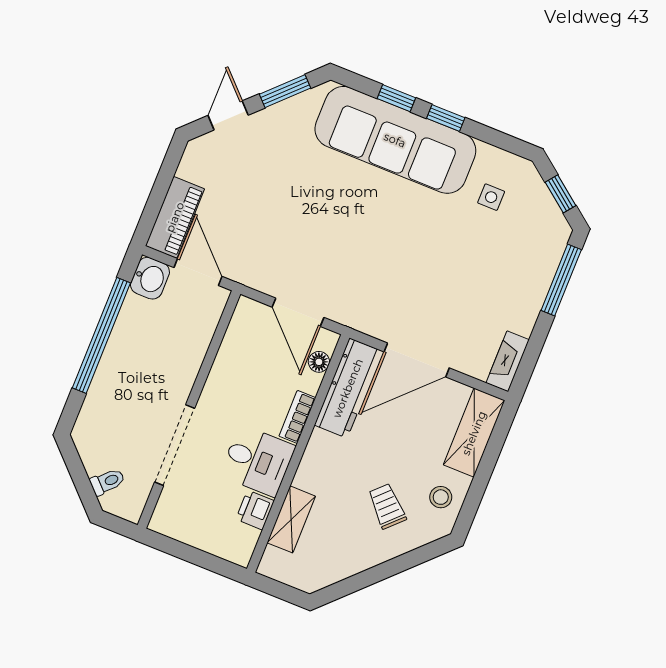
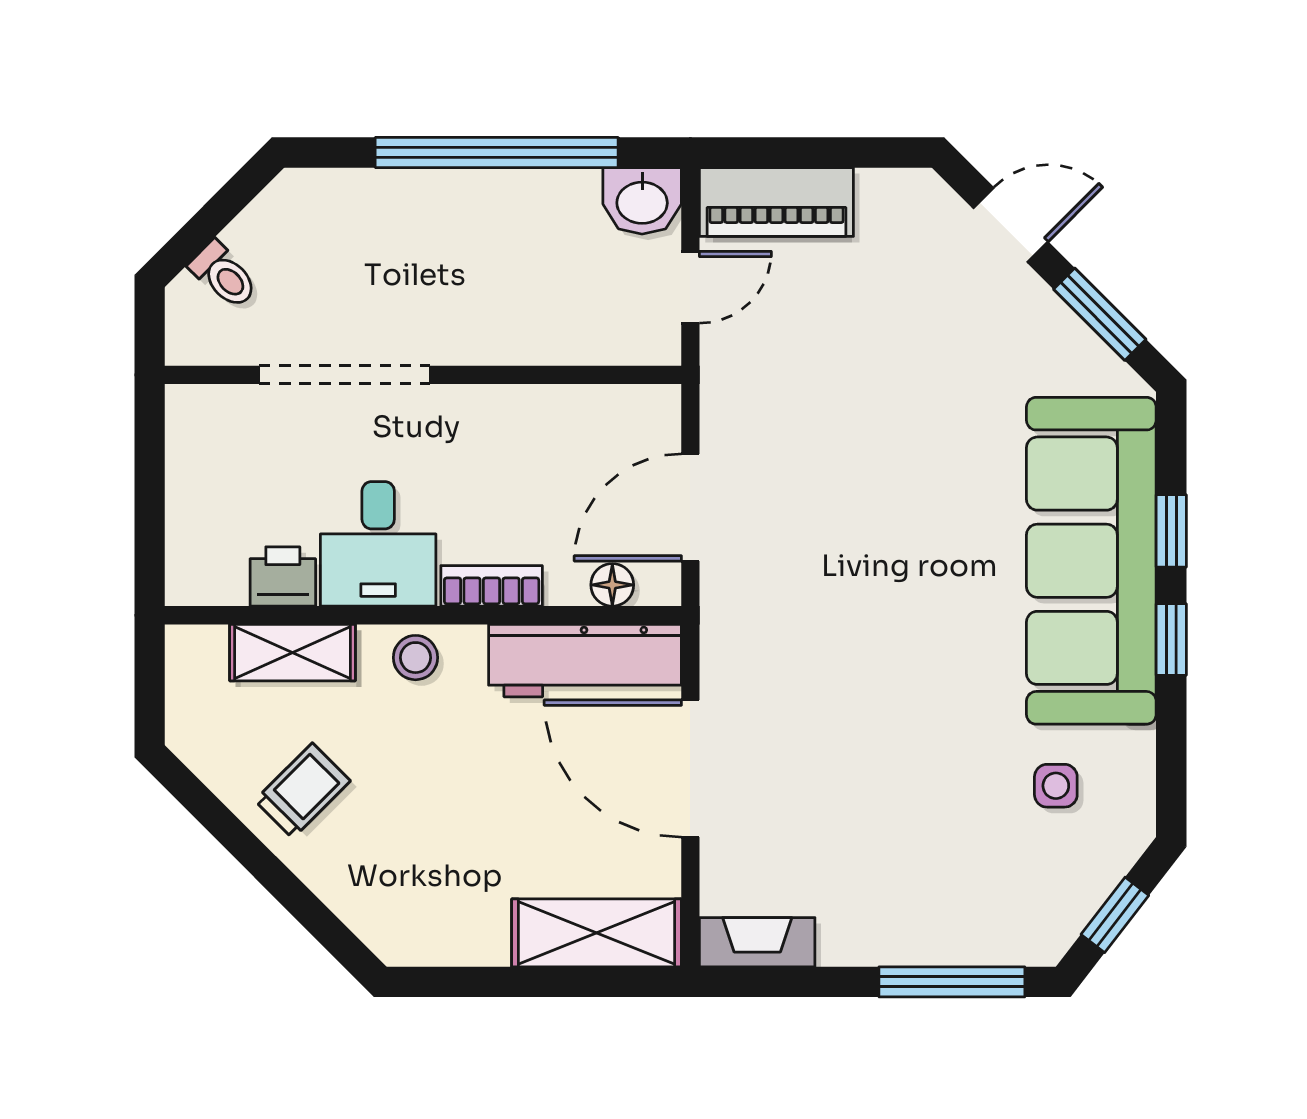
door: (198, 272) -> (690, 287), width x0.73
stool: (441, 497) -> (415, 658), moved
trolley: (387, 506) -> (302, 791), moved

